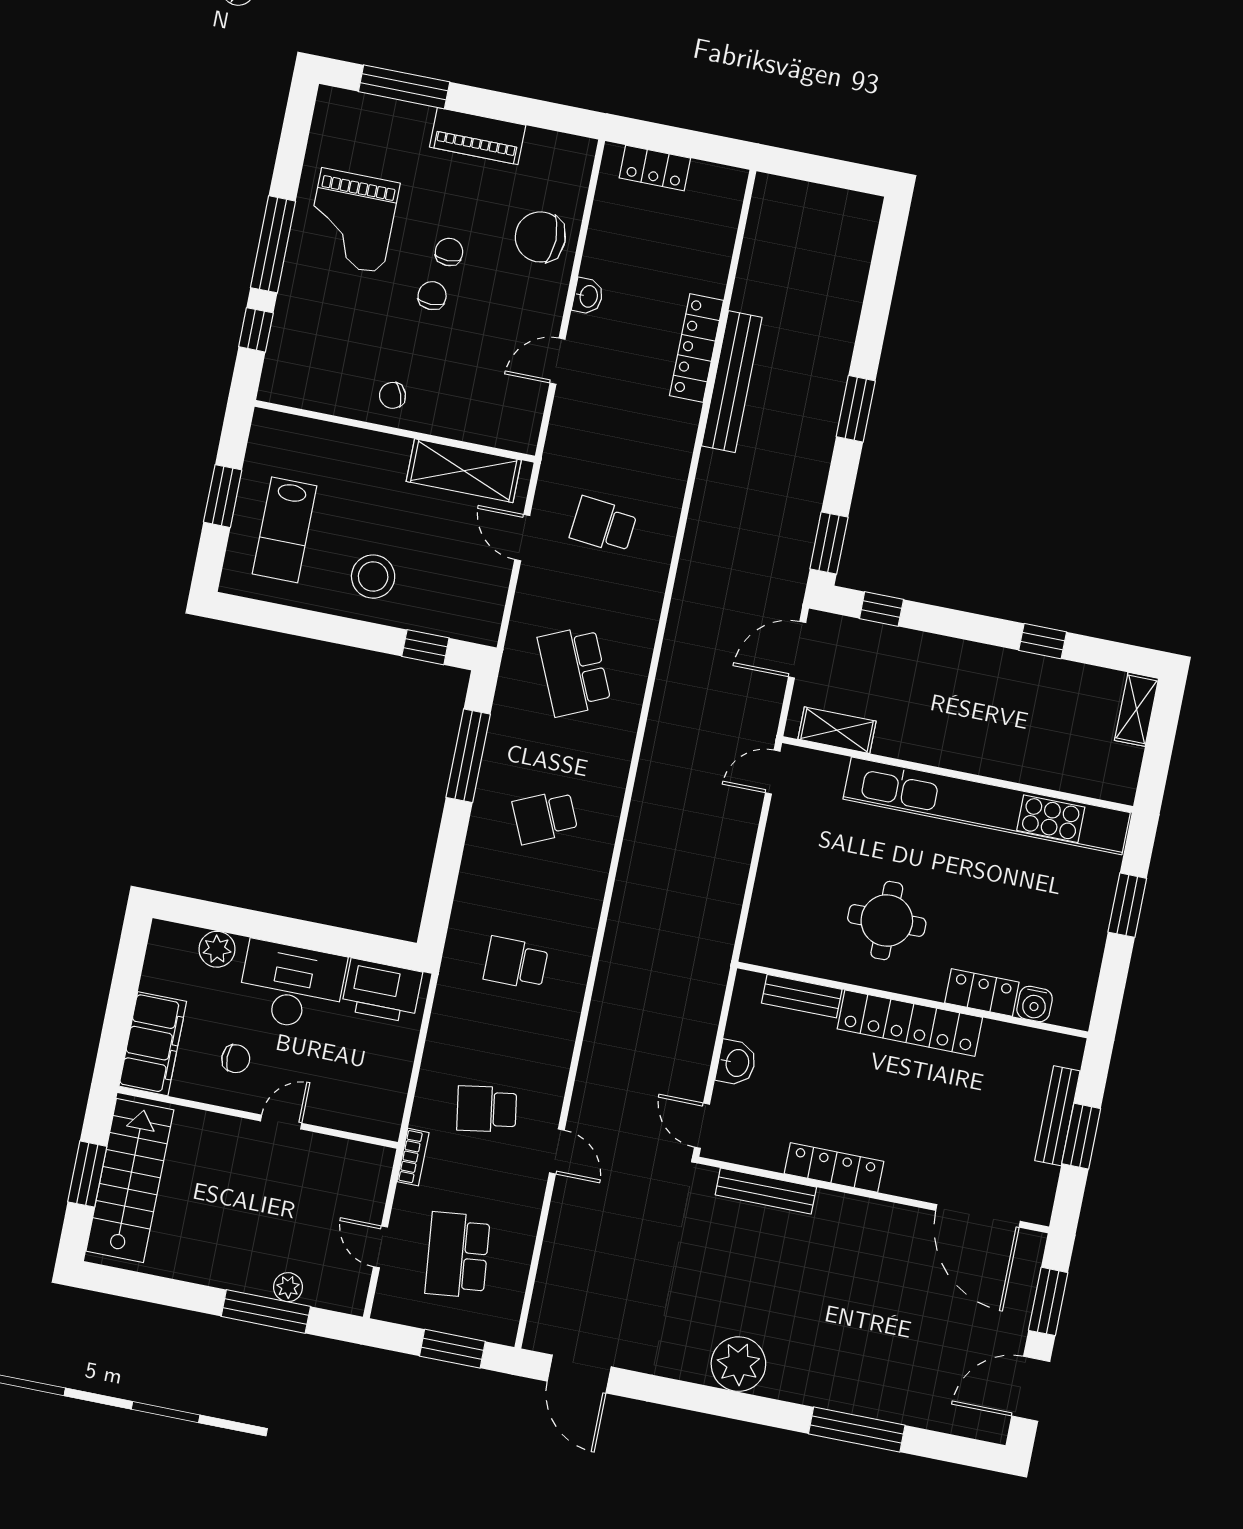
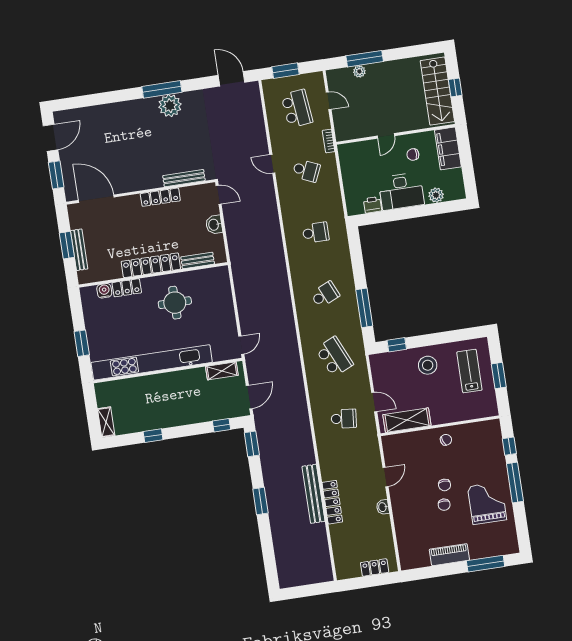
chair: (540, 237) -> (410, 524), removed
printer: (382, 991) -> (372, 205), width x0.53, depth x0.68
school desk: (487, 1109) -> (306, 171), turned 33
window: (87, 1174) -> (455, 87), width x0.67
window: (857, 1430) -> (162, 89), moved

